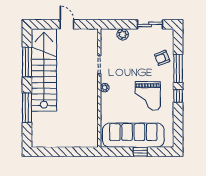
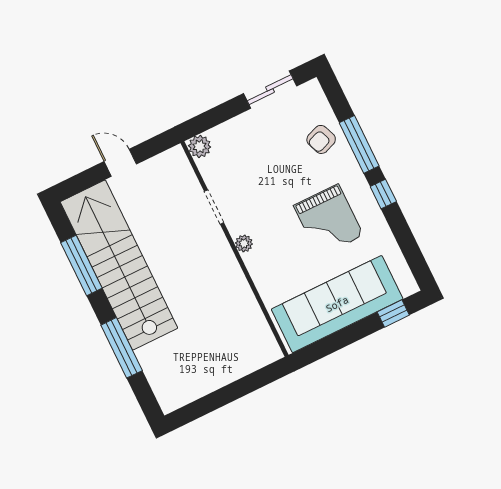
plant: (123, 34) -> (200, 146), moved
window: (140, 152) -> (393, 313), moved

